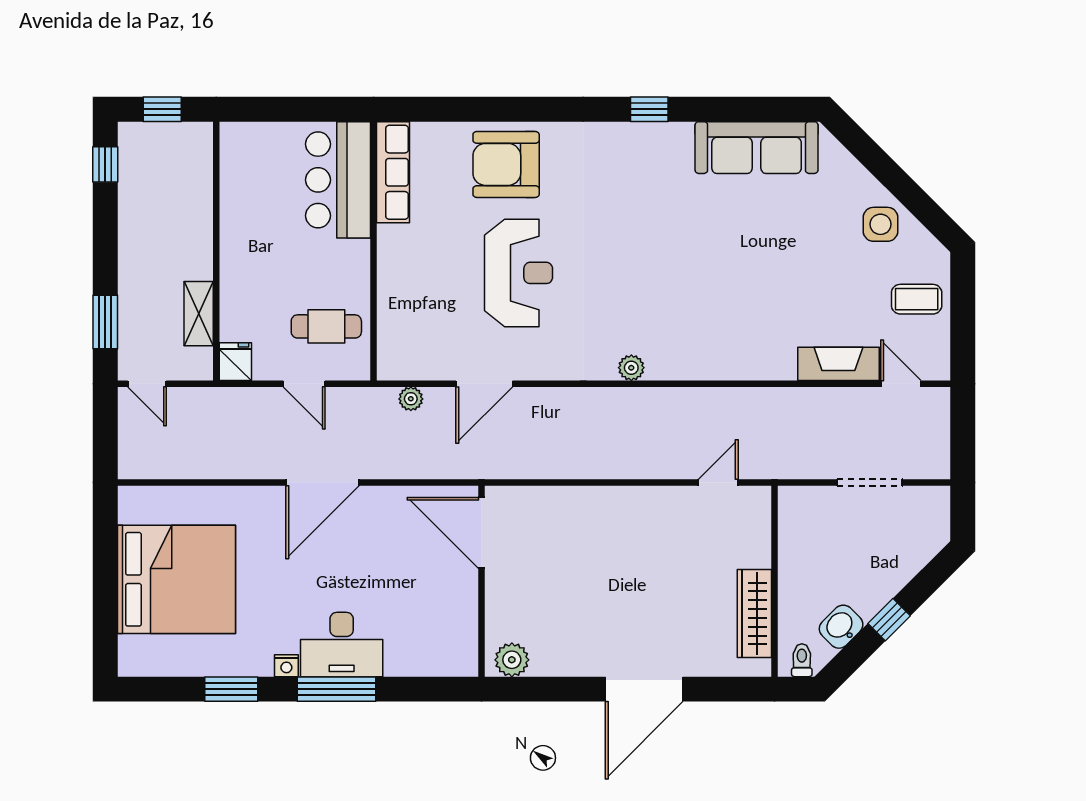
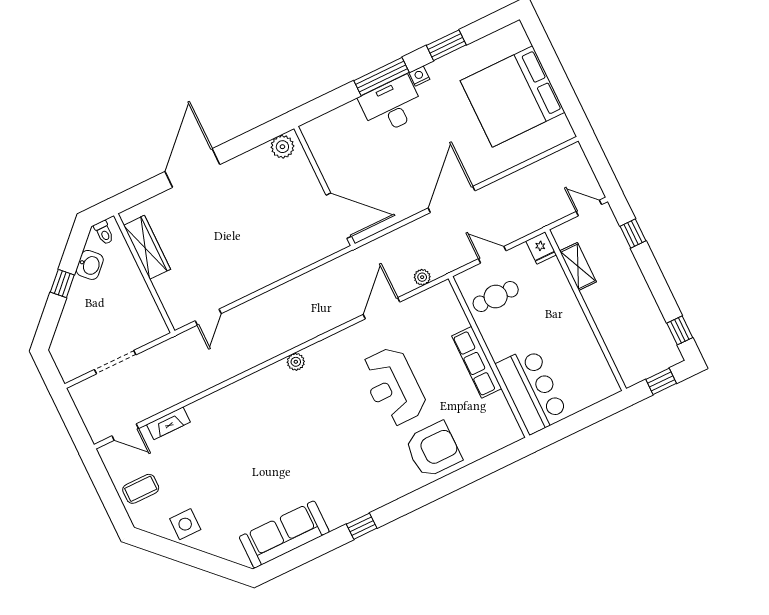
row of seats: (393, 172) -> (477, 362), moved
window: (105, 322) -> (633, 234), width x0.67
fireplace: (838, 364) -> (168, 423), width x0.73, depth x0.76

